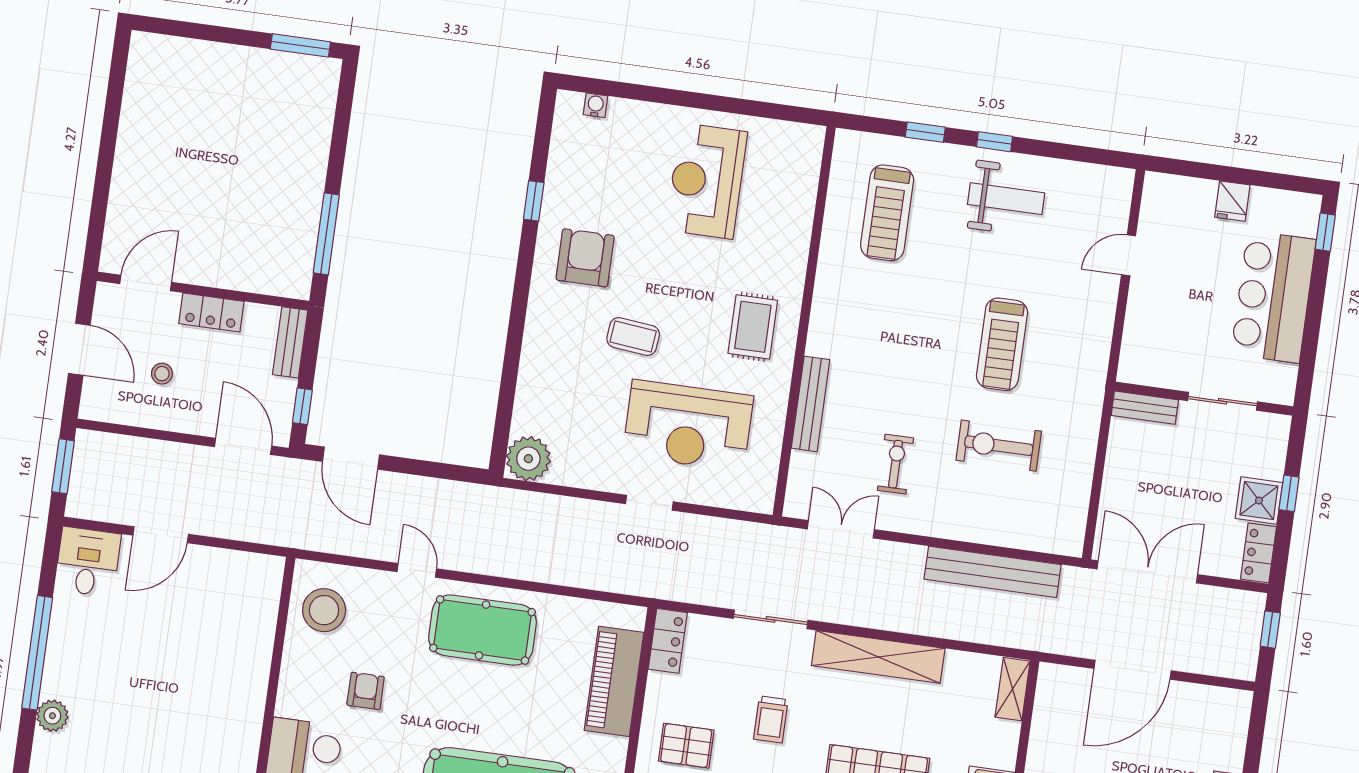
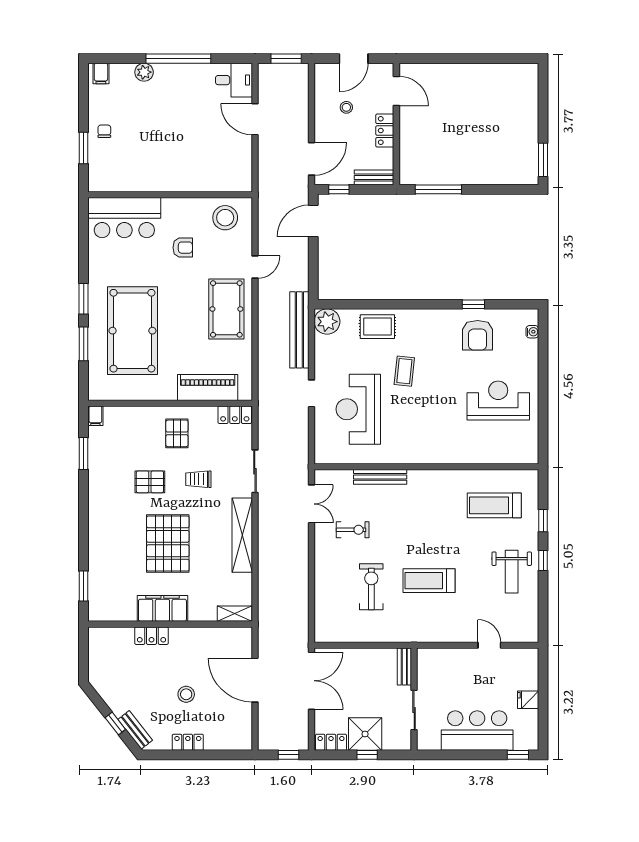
armchair: (585, 258) -> (478, 335), moved, turned 90
rug: (753, 327) -> (377, 327), moved
shower: (1259, 500) -> (365, 734), width x1.36, depth x1.36
bench: (993, 572) -> (299, 330), moved

